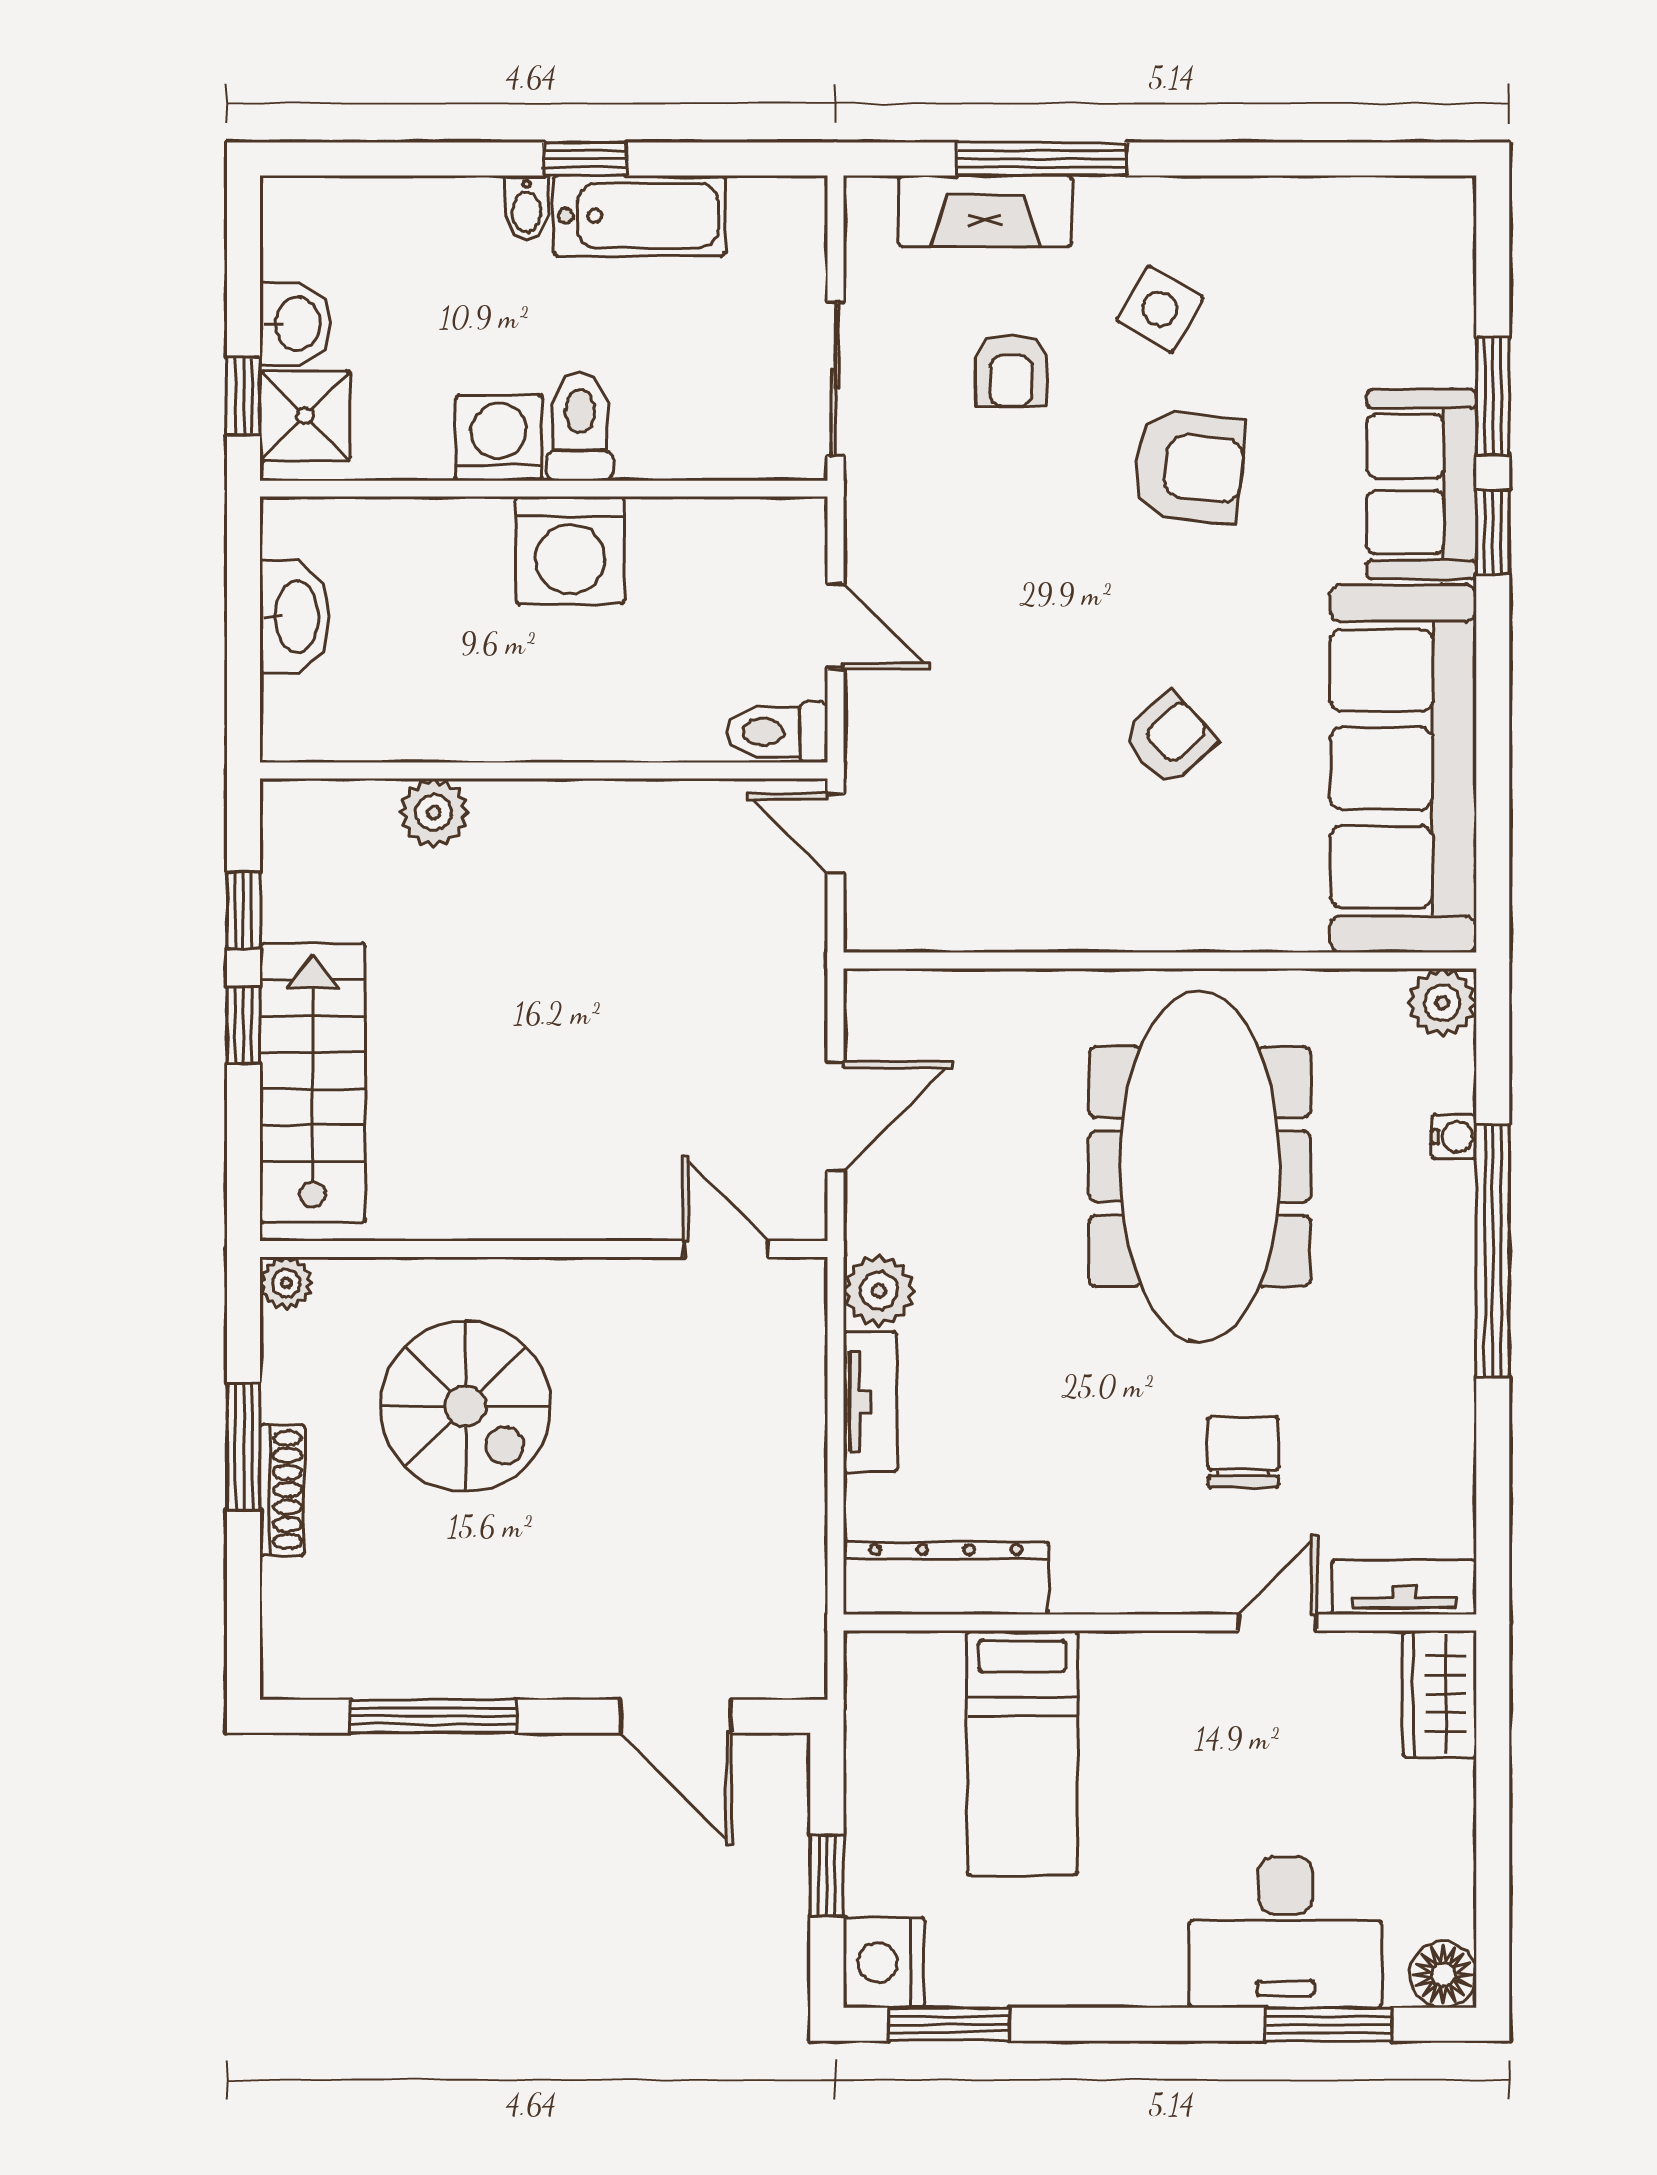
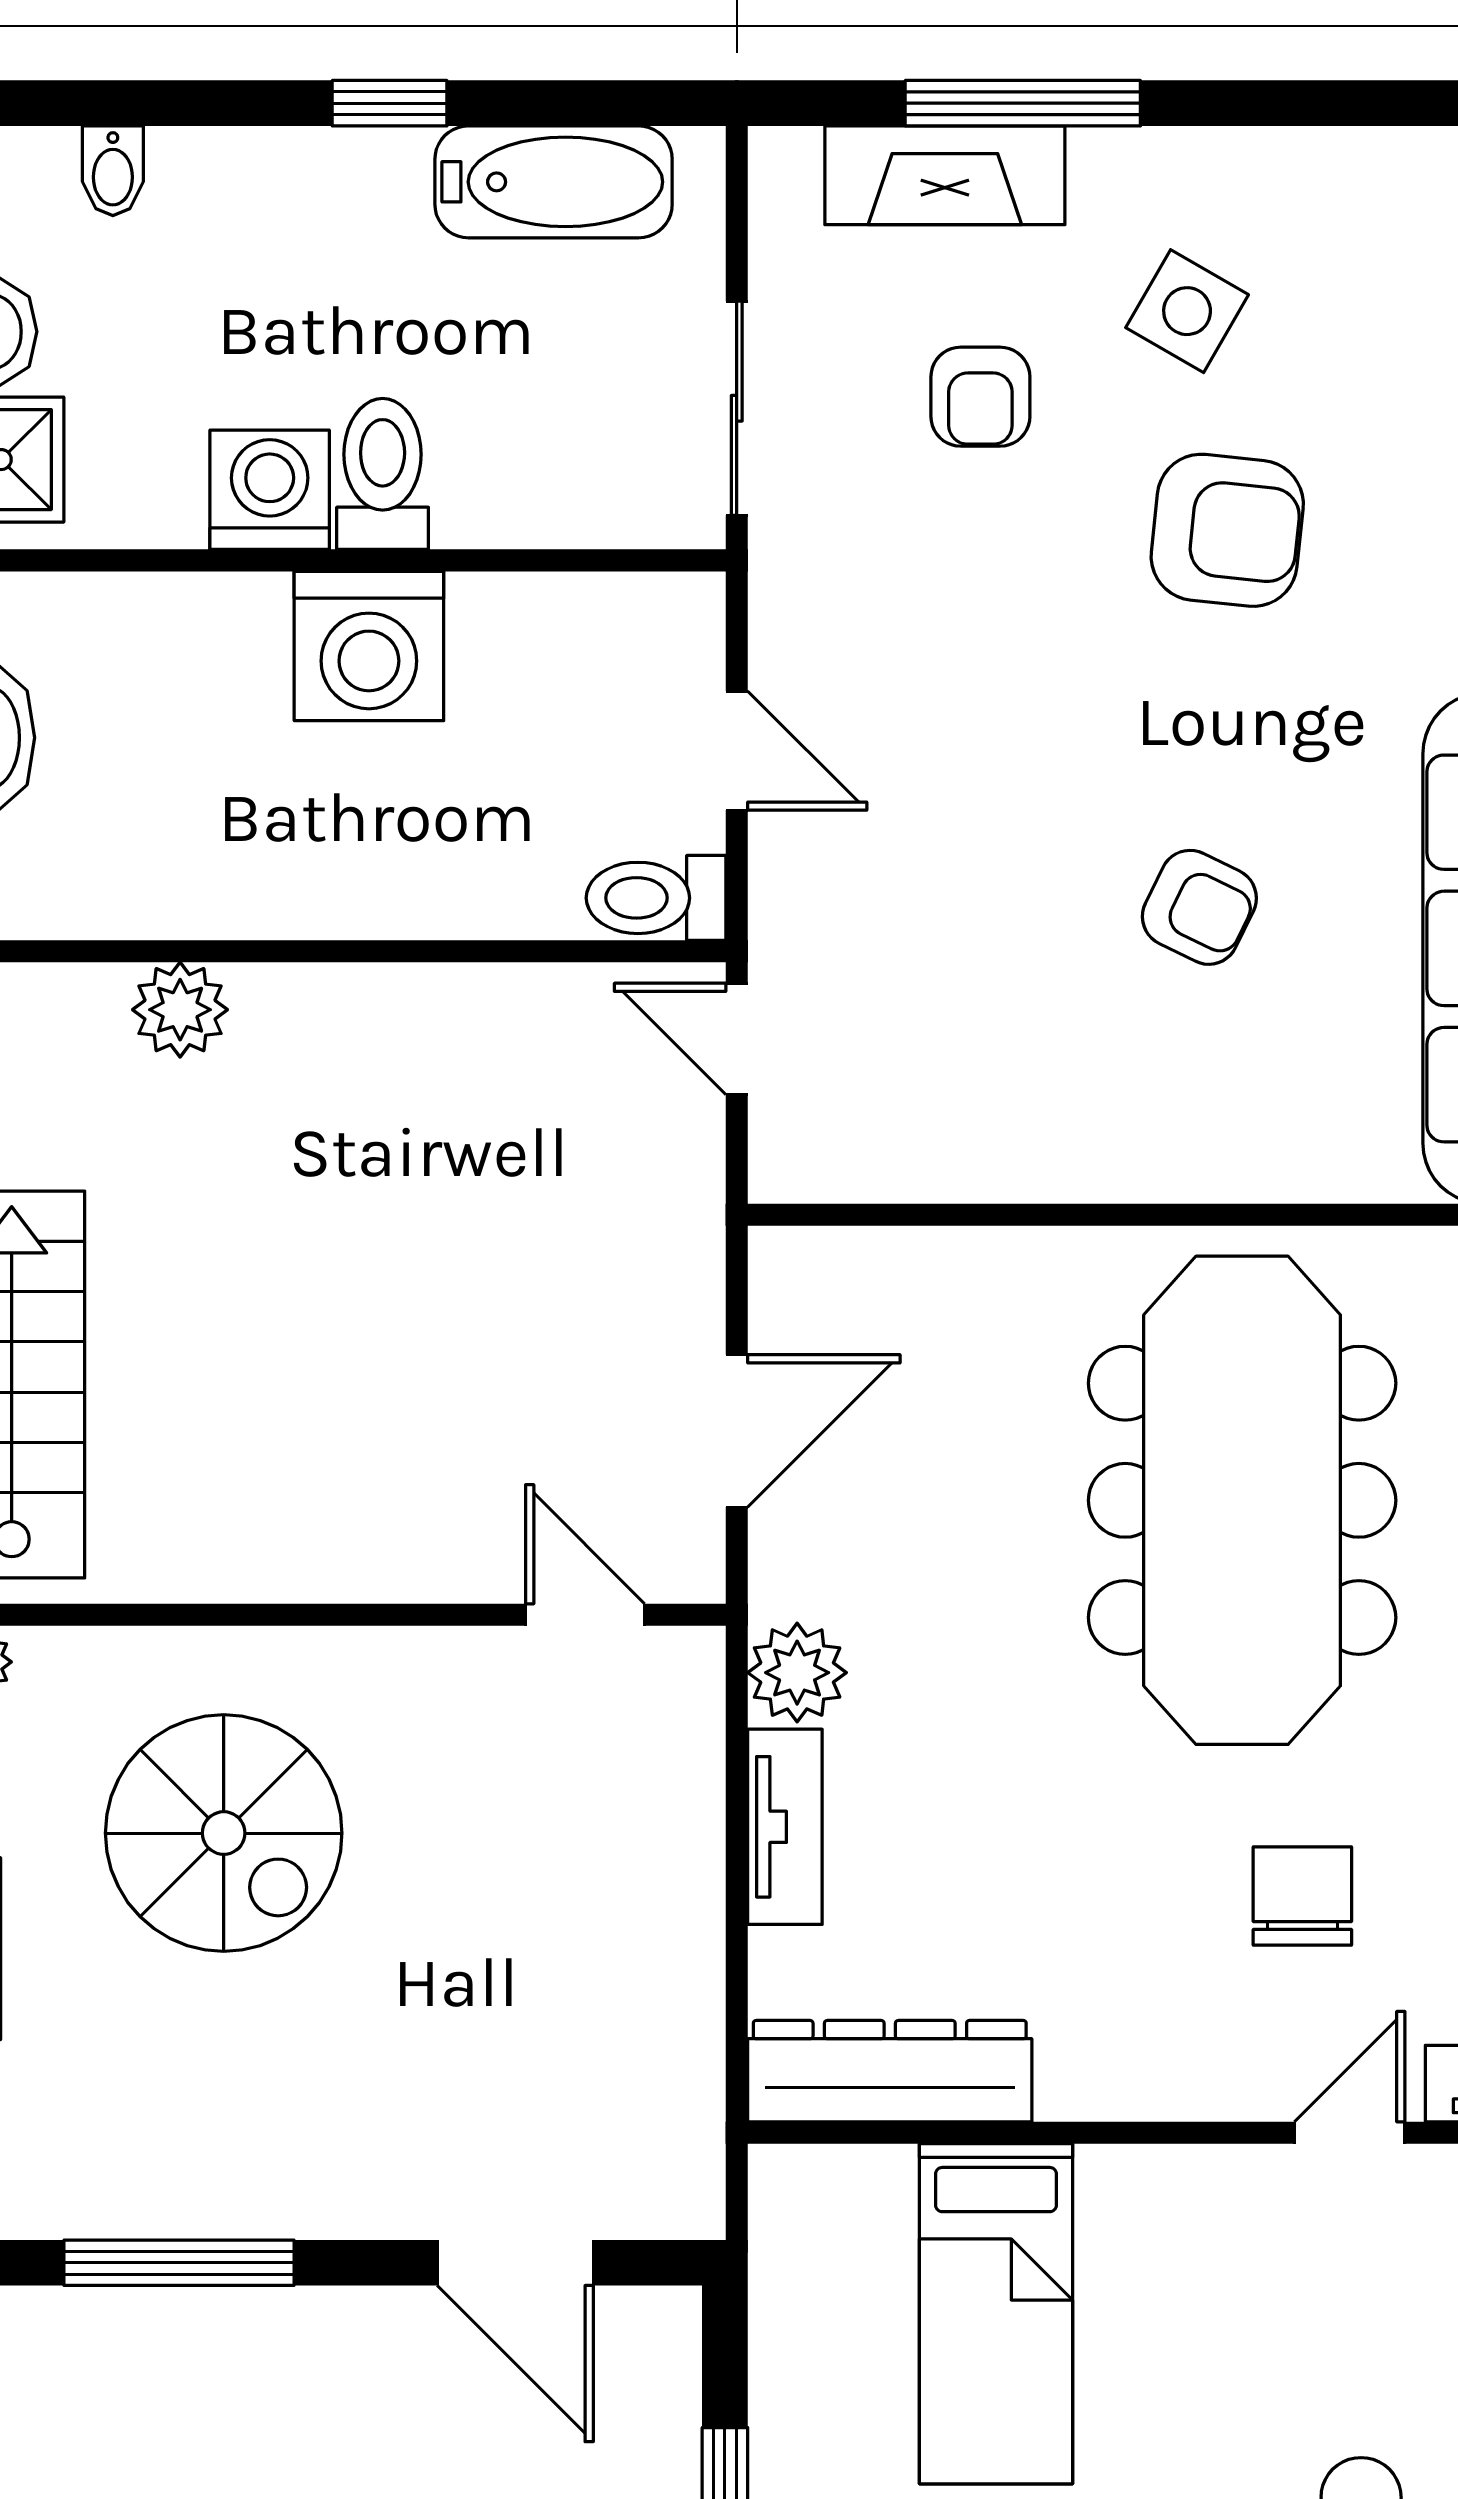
bidet: (526, 208) -> (113, 171), moved
bathtub: (639, 216) -> (554, 182), moved
armchair: (1169, 739) -> (1199, 907), turned 69

